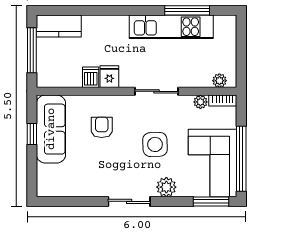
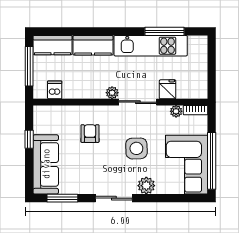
kitchen counter: (105, 26) -> (93, 45), added
dishwasher: (91, 77) -> (55, 90), moved
fridge: (109, 77) -> (168, 89), moved
plant: (219, 81) -> (112, 93), moved
sofa: (51, 129) -> (46, 164), moved
window: (211, 201) -> (62, 198), moved

